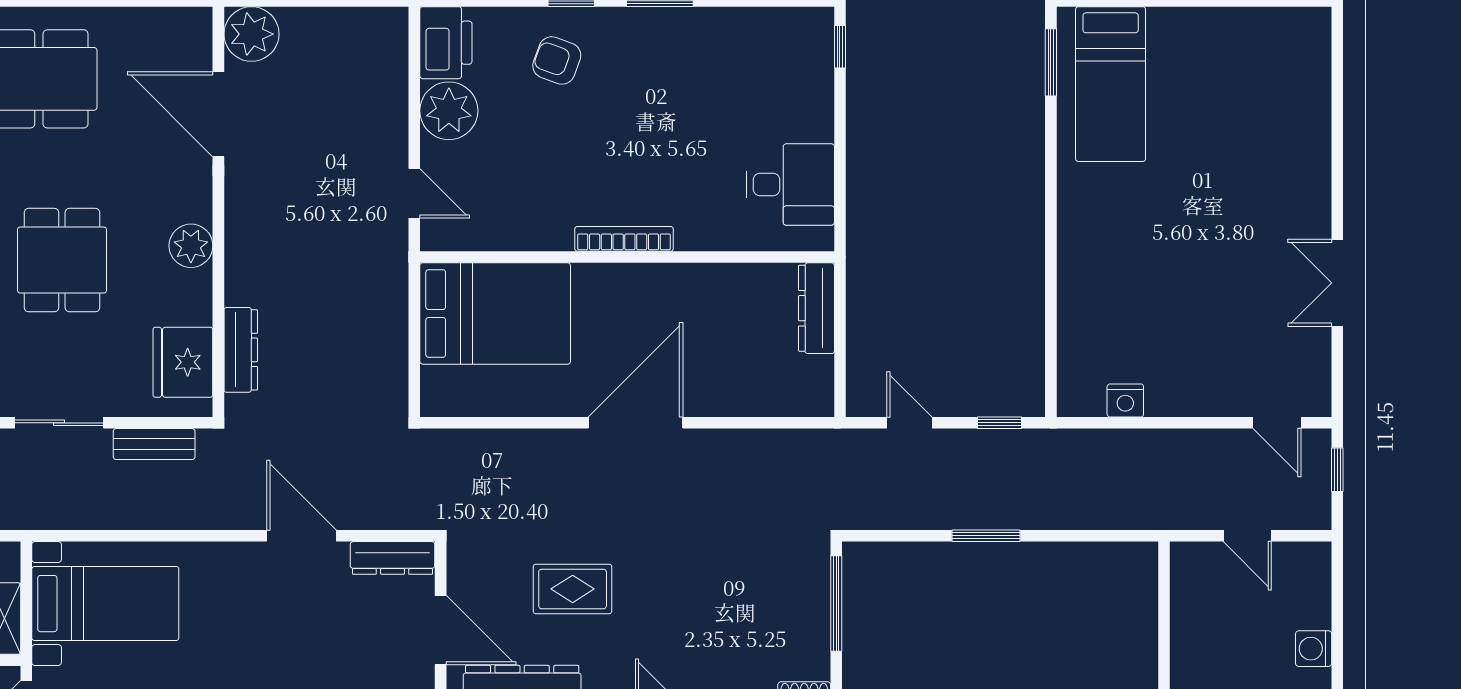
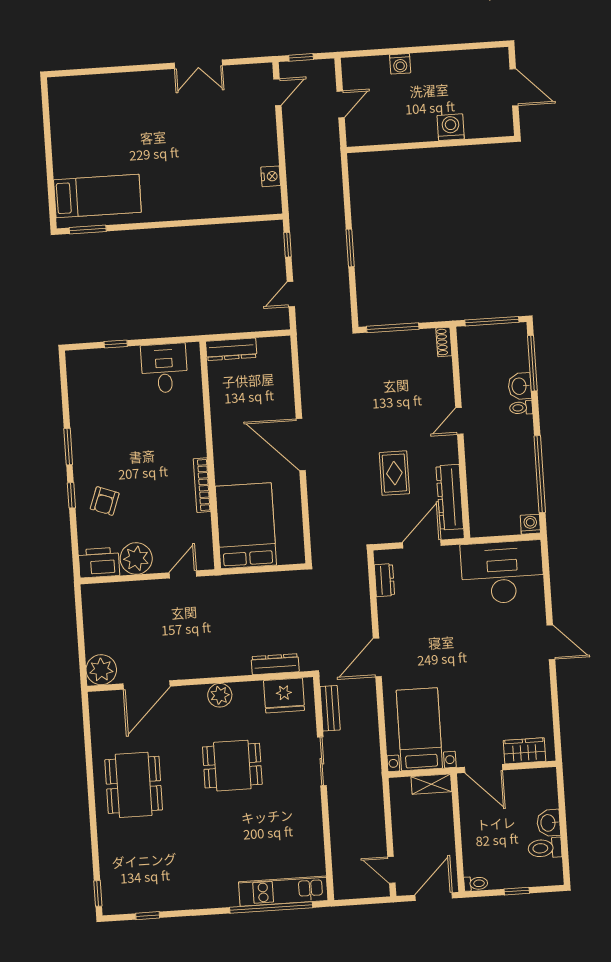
window: (840, 47) -> (116, 344), moved
bookcase: (624, 239) -> (202, 485), moved
door: (302, 536) -> (377, 657), moved
dresser: (393, 558) -> (384, 580), width x0.70

